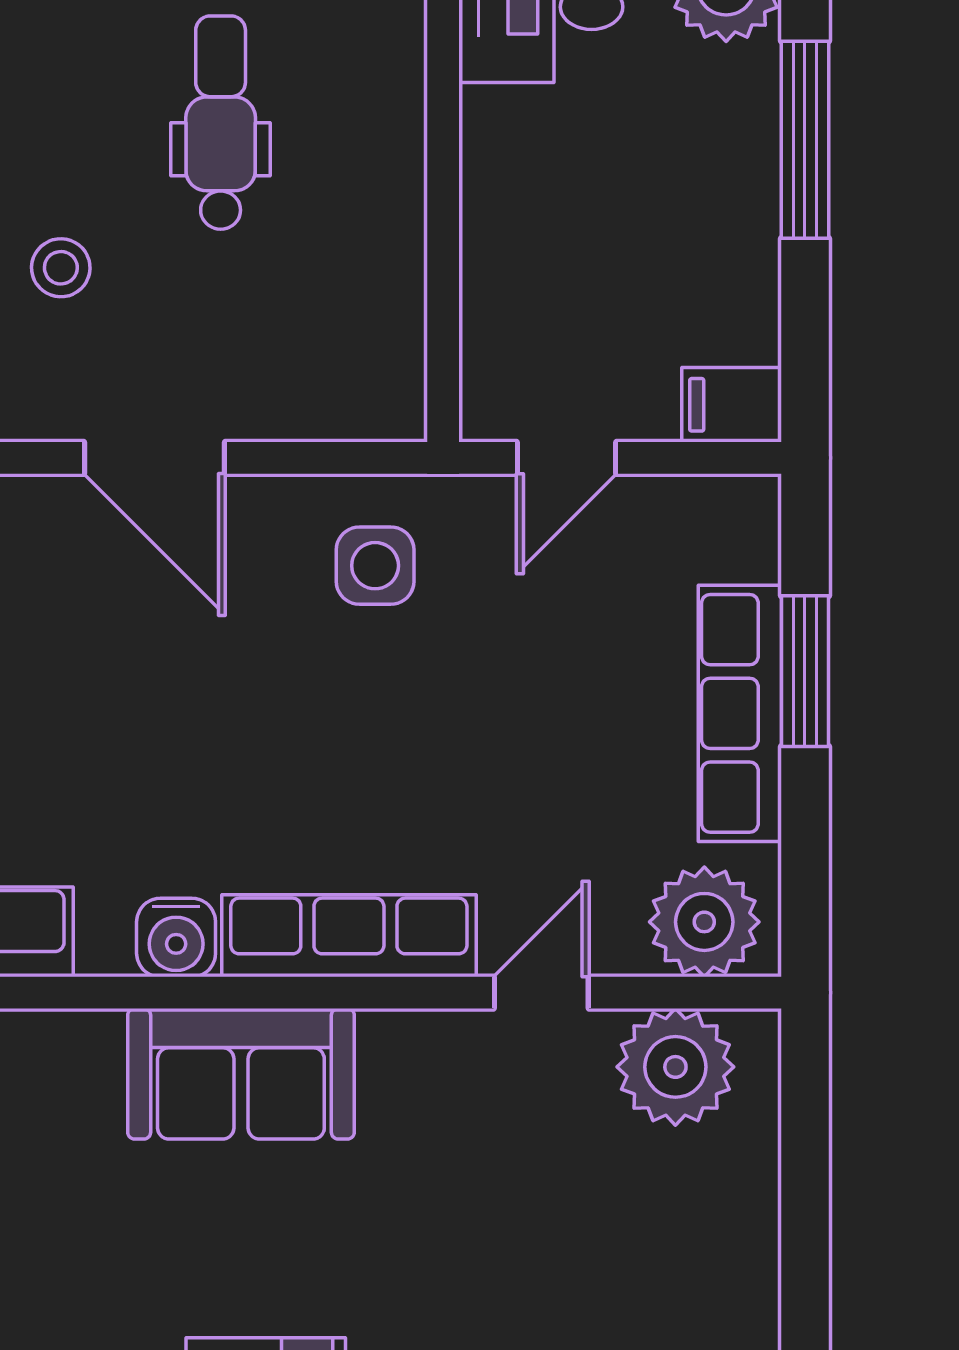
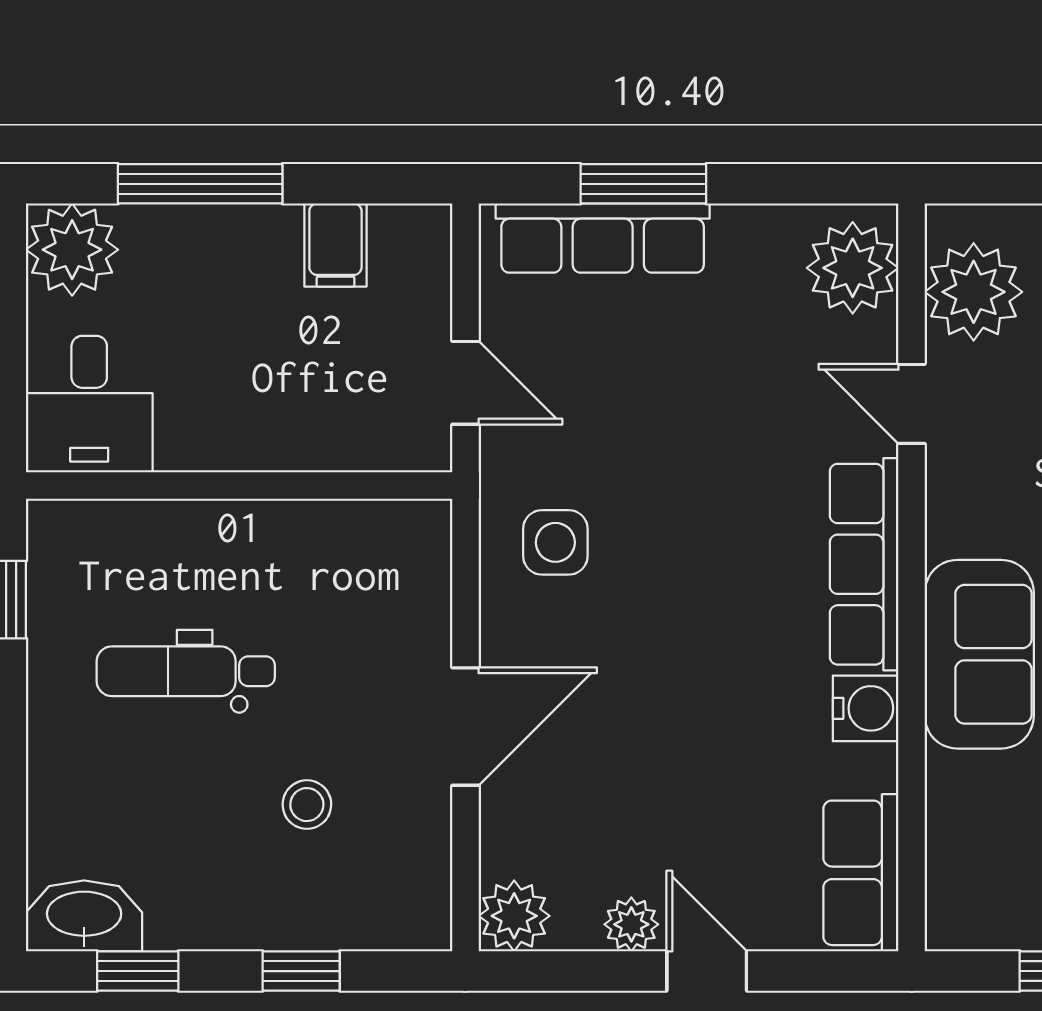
filing cabinet: (732, 405) -> (335, 245), moved
row of seats: (740, 713) -> (603, 238), moved

